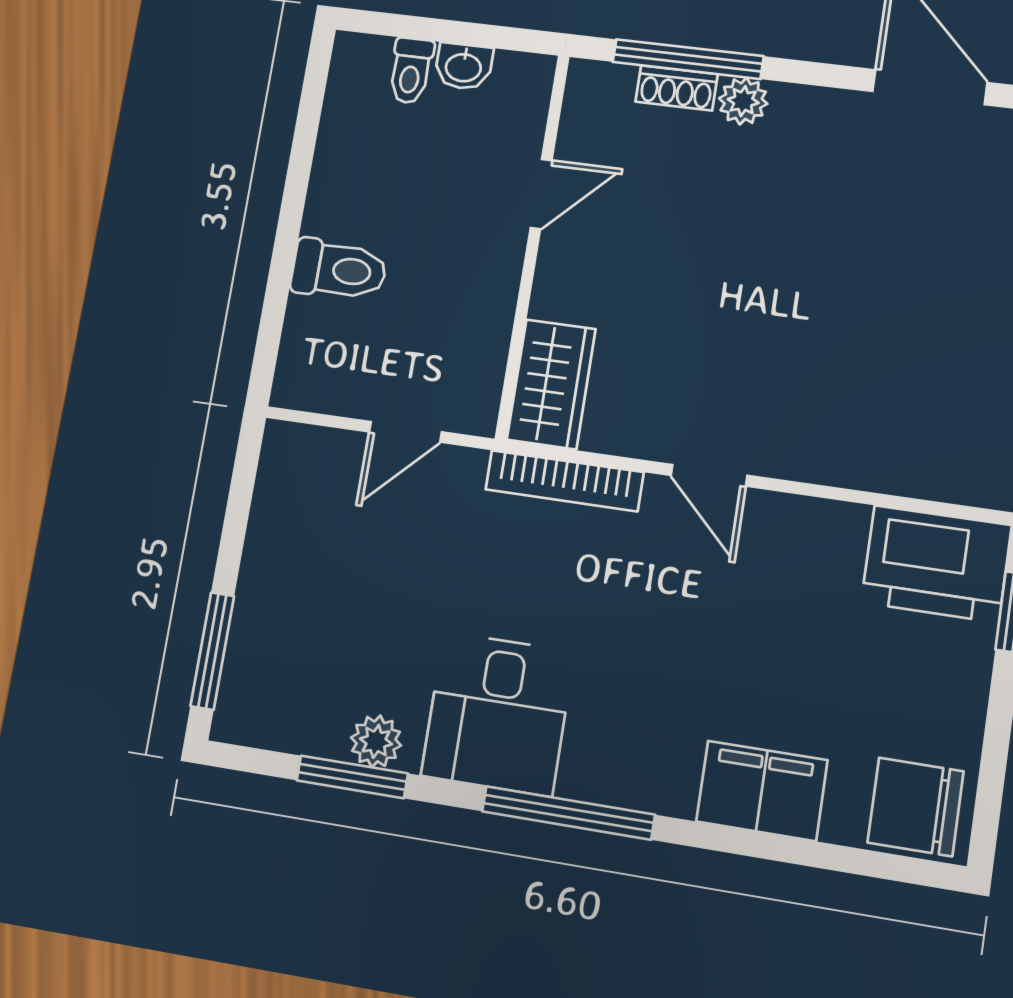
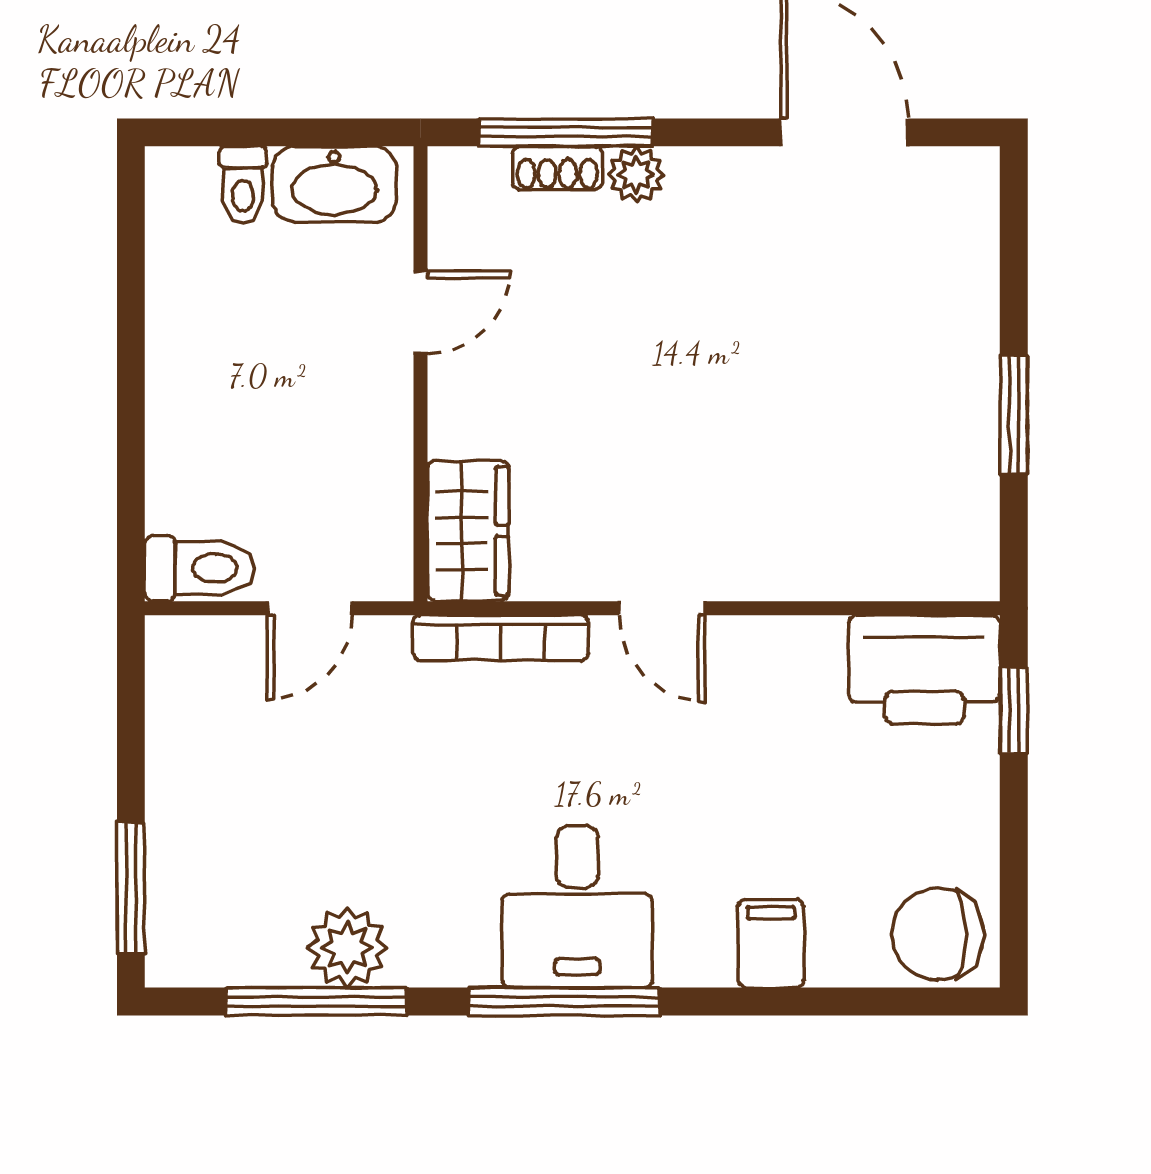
washbasin: (464, 66) -> (334, 184), width x1.91, depth x1.45
toilet: (339, 270) -> (199, 568), moved
desk: (498, 714) -> (577, 907), moved
plant: (376, 741) -> (347, 948), width x1.38, depth x1.38
window: (352, 777) -> (316, 1002), width x1.44
filing cabinet: (762, 791) -> (771, 944), width x0.50

